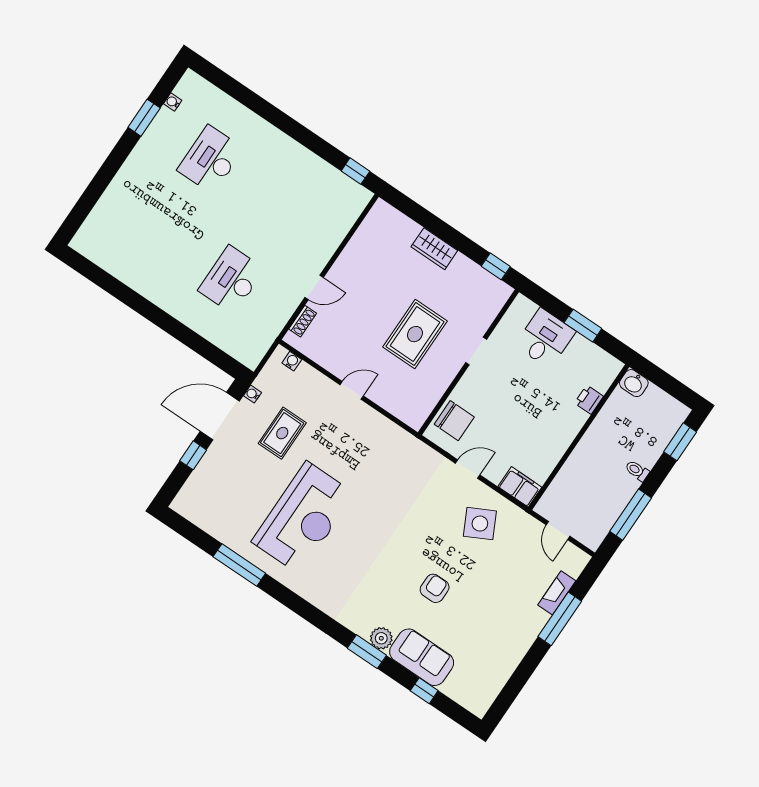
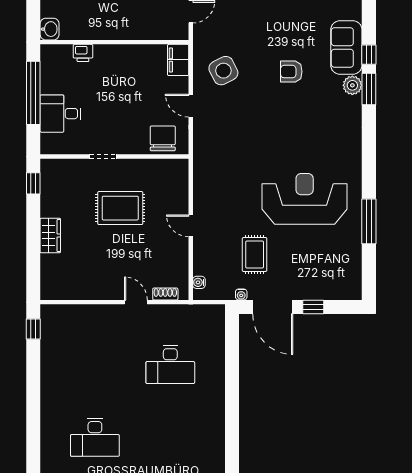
window: (583, 326) -> (33, 93), width x2.11
rug: (282, 433) -> (255, 255), turned 90
window: (424, 691) -> (369, 55), moved

